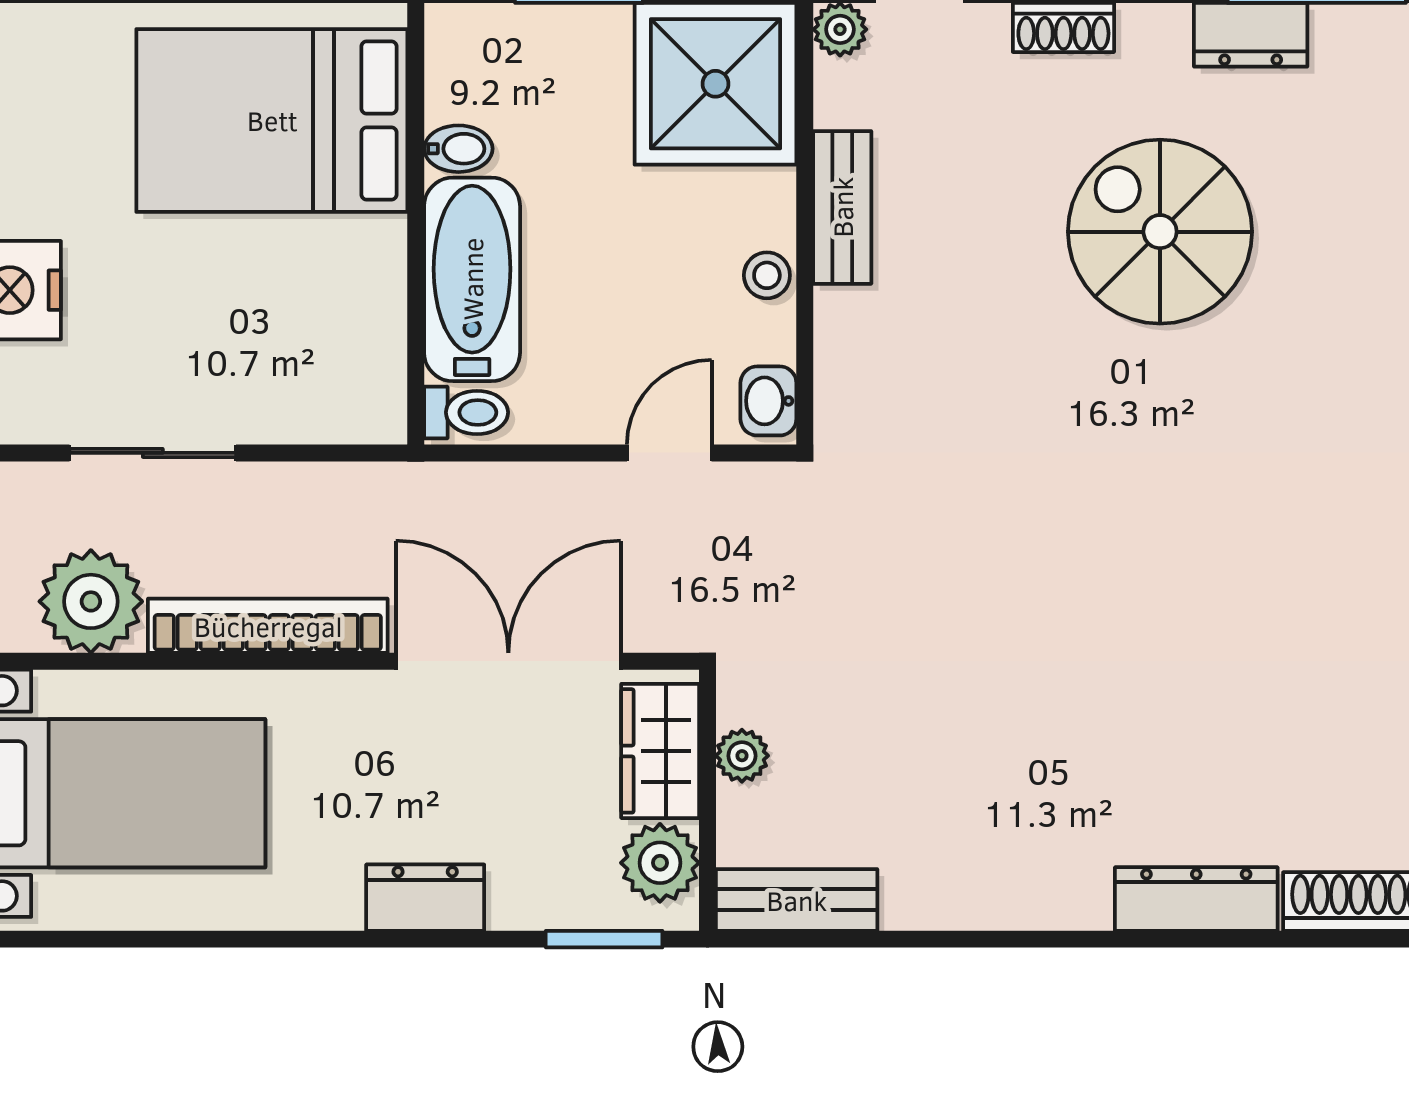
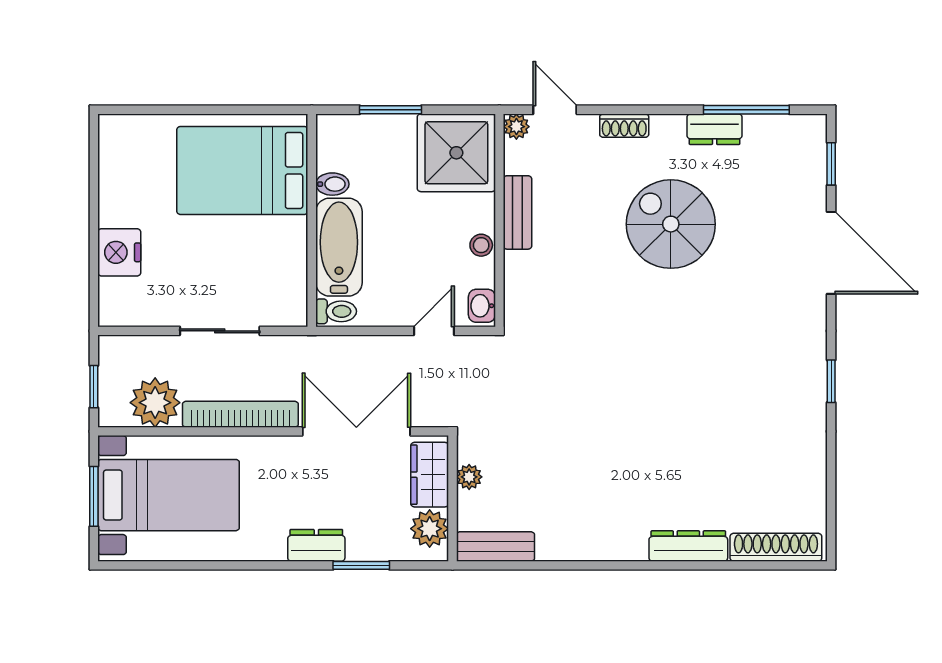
sliding door: (153, 453) -> (220, 331), moved
window: (604, 939) -> (361, 565), moved

